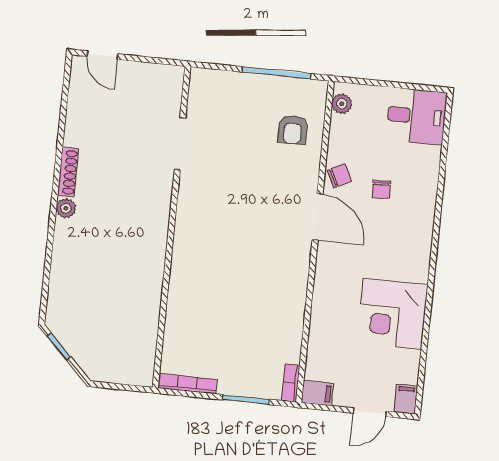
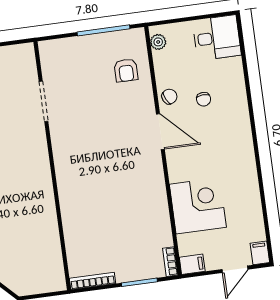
corner desk: (392, 314) -> (198, 206), moved, turned 180

